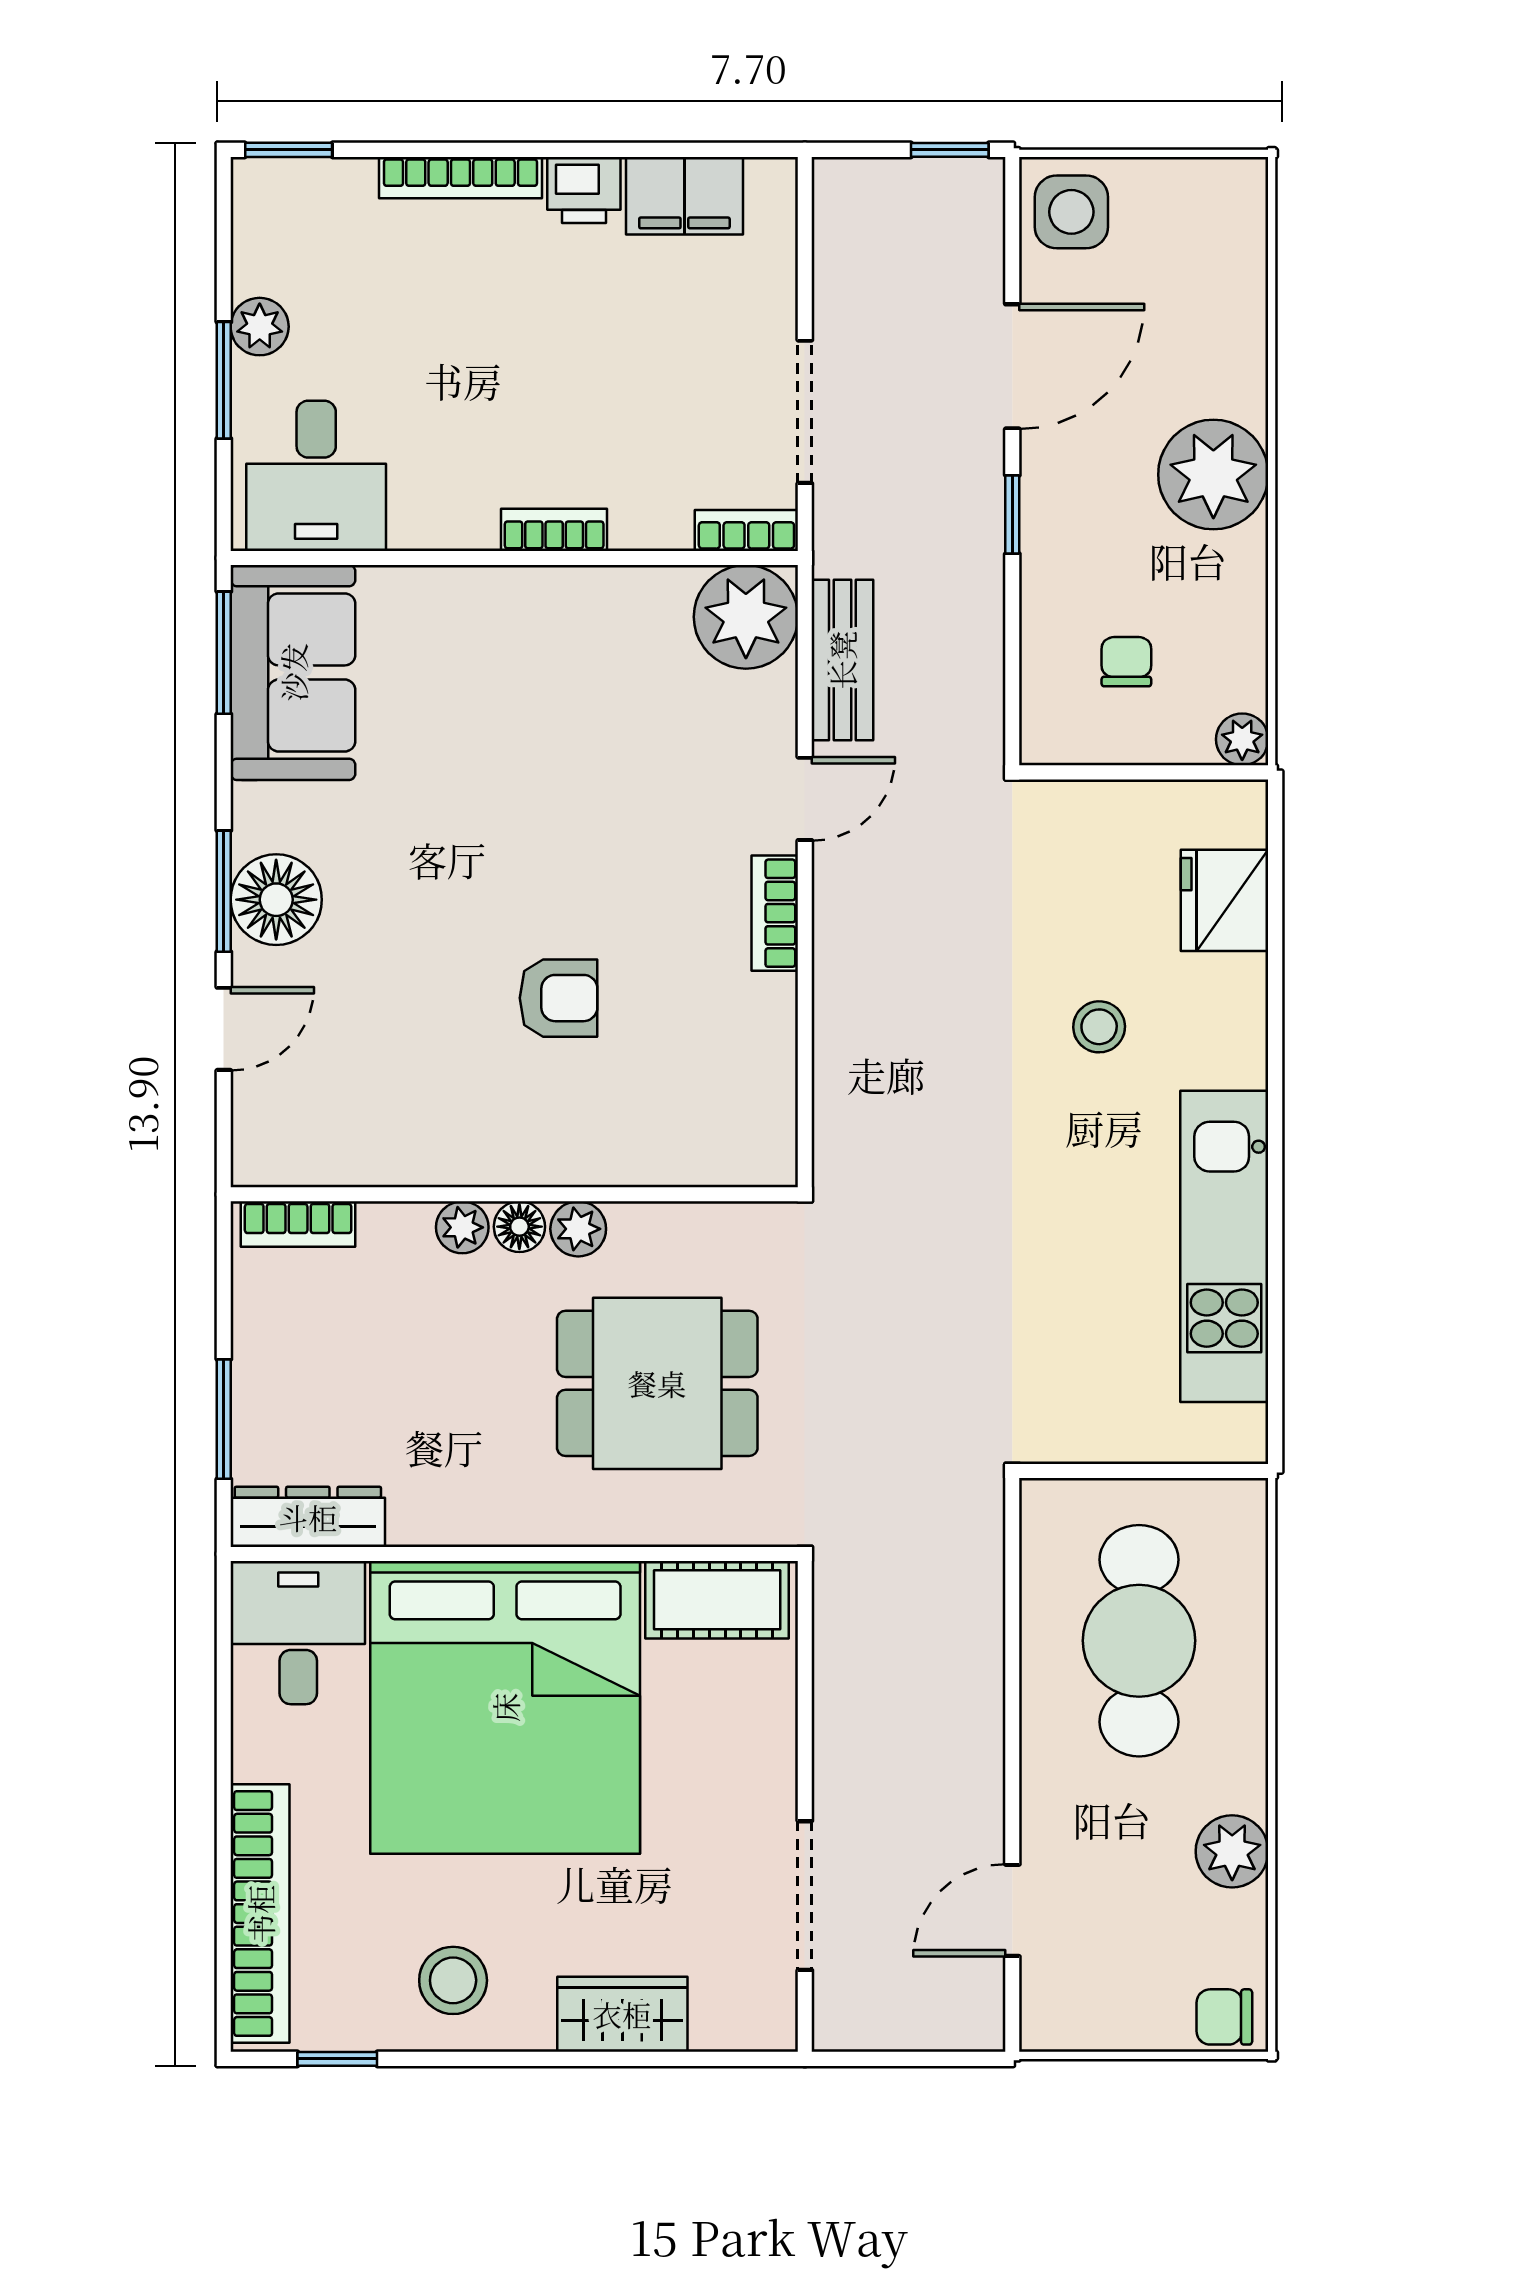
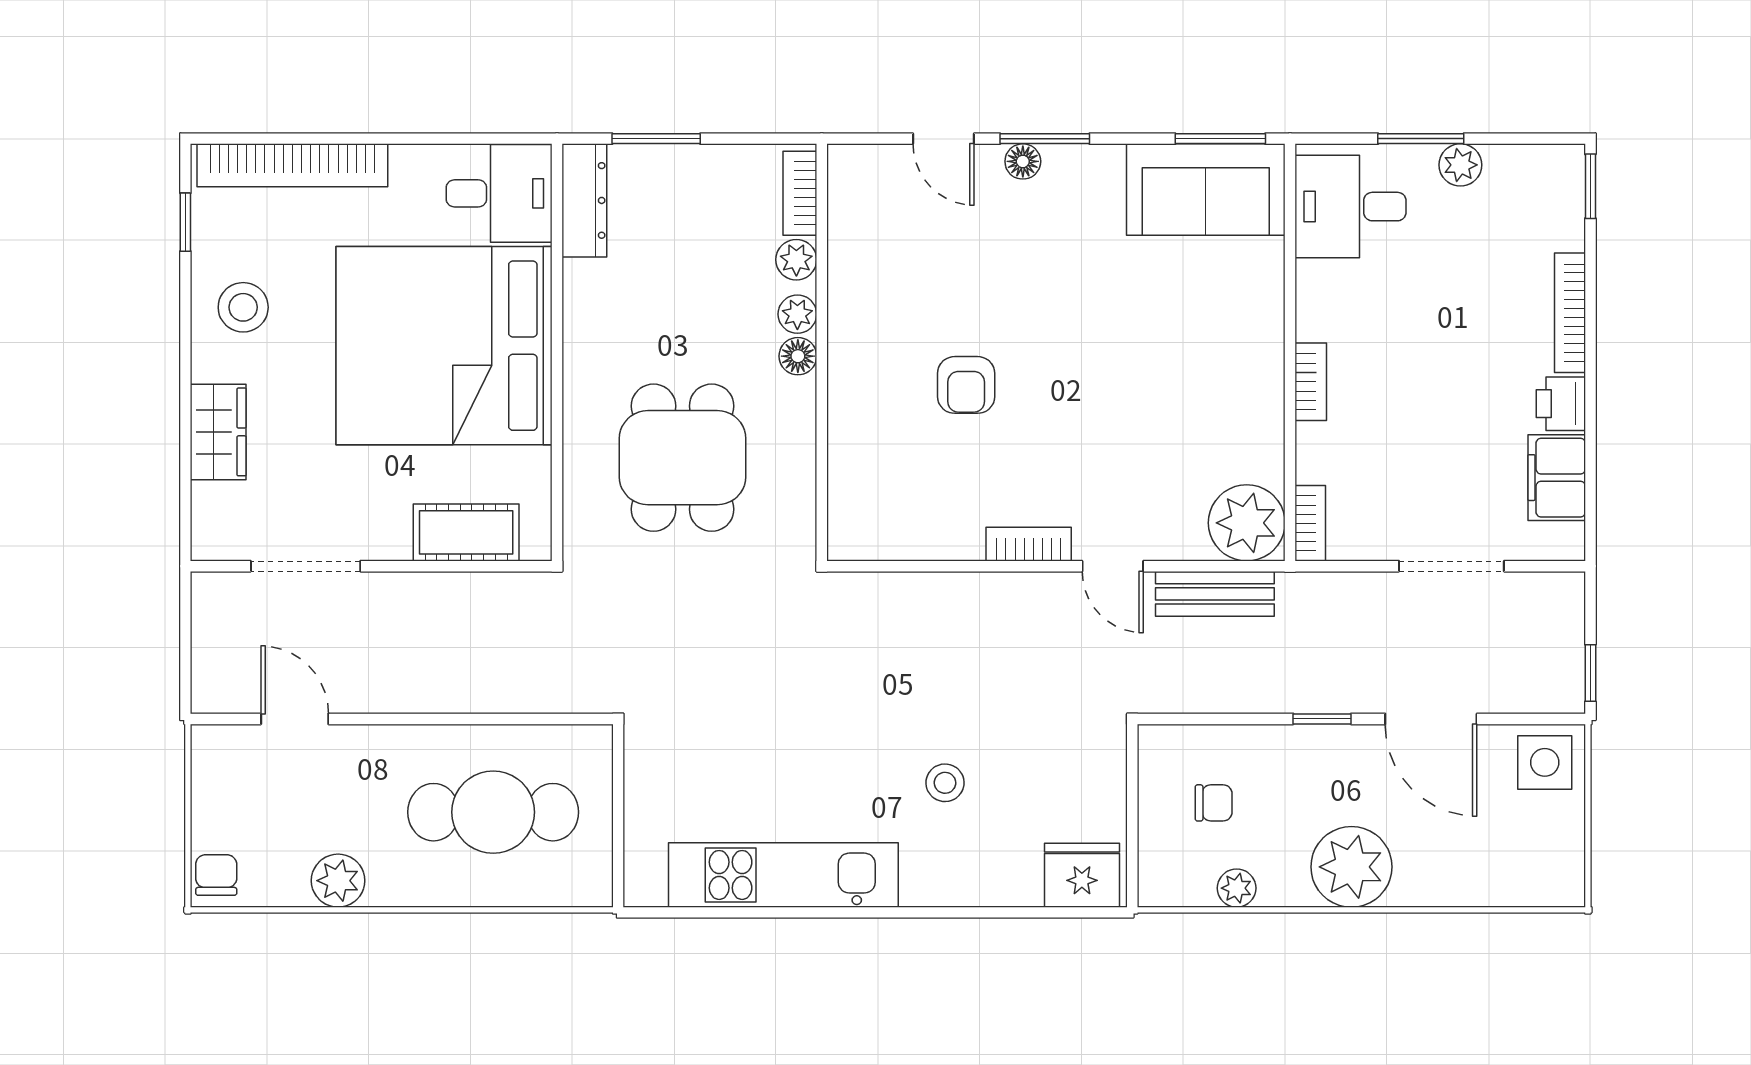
doorway: (805, 412) -> (1451, 566), moved
plant: (1242, 739) -> (1237, 888), moved
floor lamp: (276, 900) -> (1023, 161), width x0.53, depth x0.53
fridge: (1225, 900) -> (1082, 875), moved
plant: (578, 1229) -> (796, 260), moved
cot: (717, 1600) -> (466, 532), moved, turned 90

